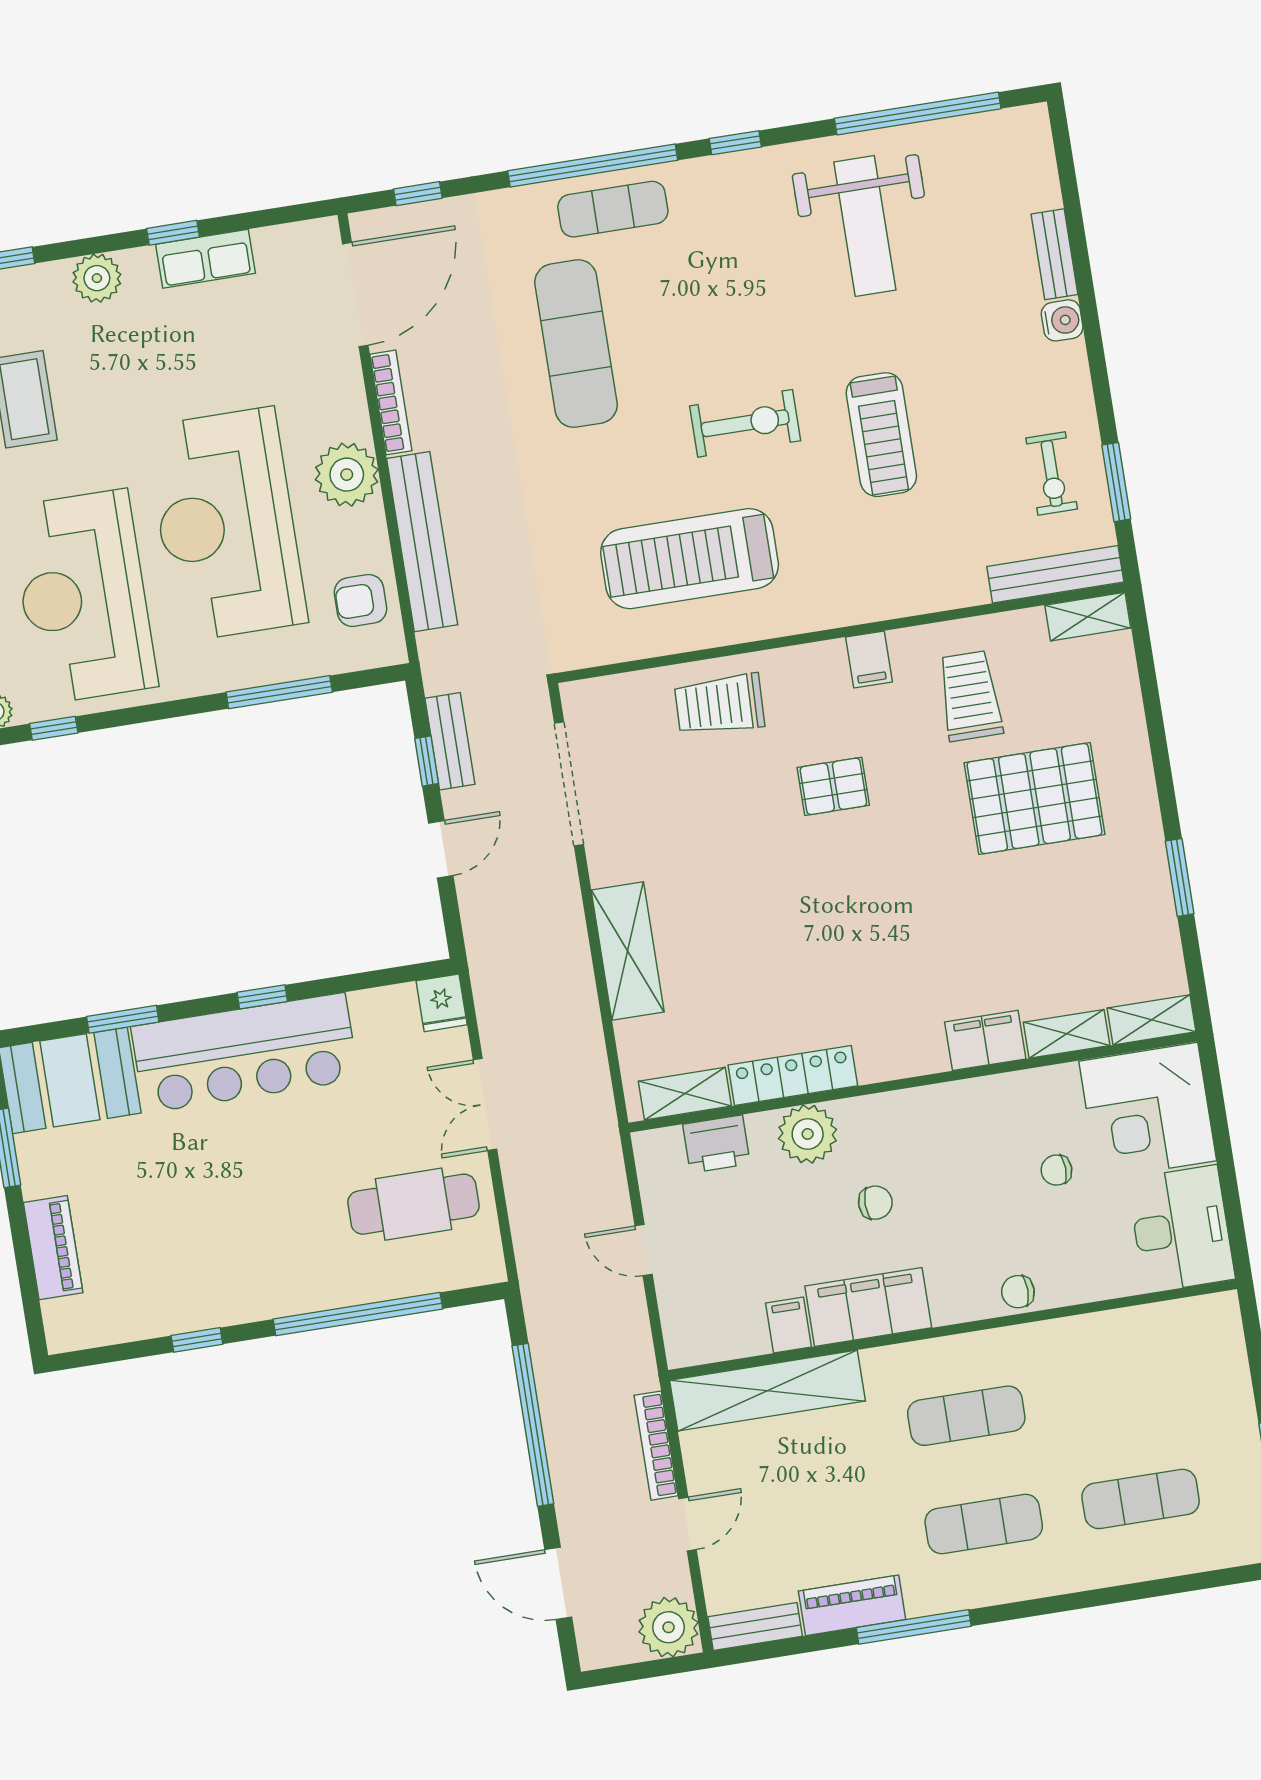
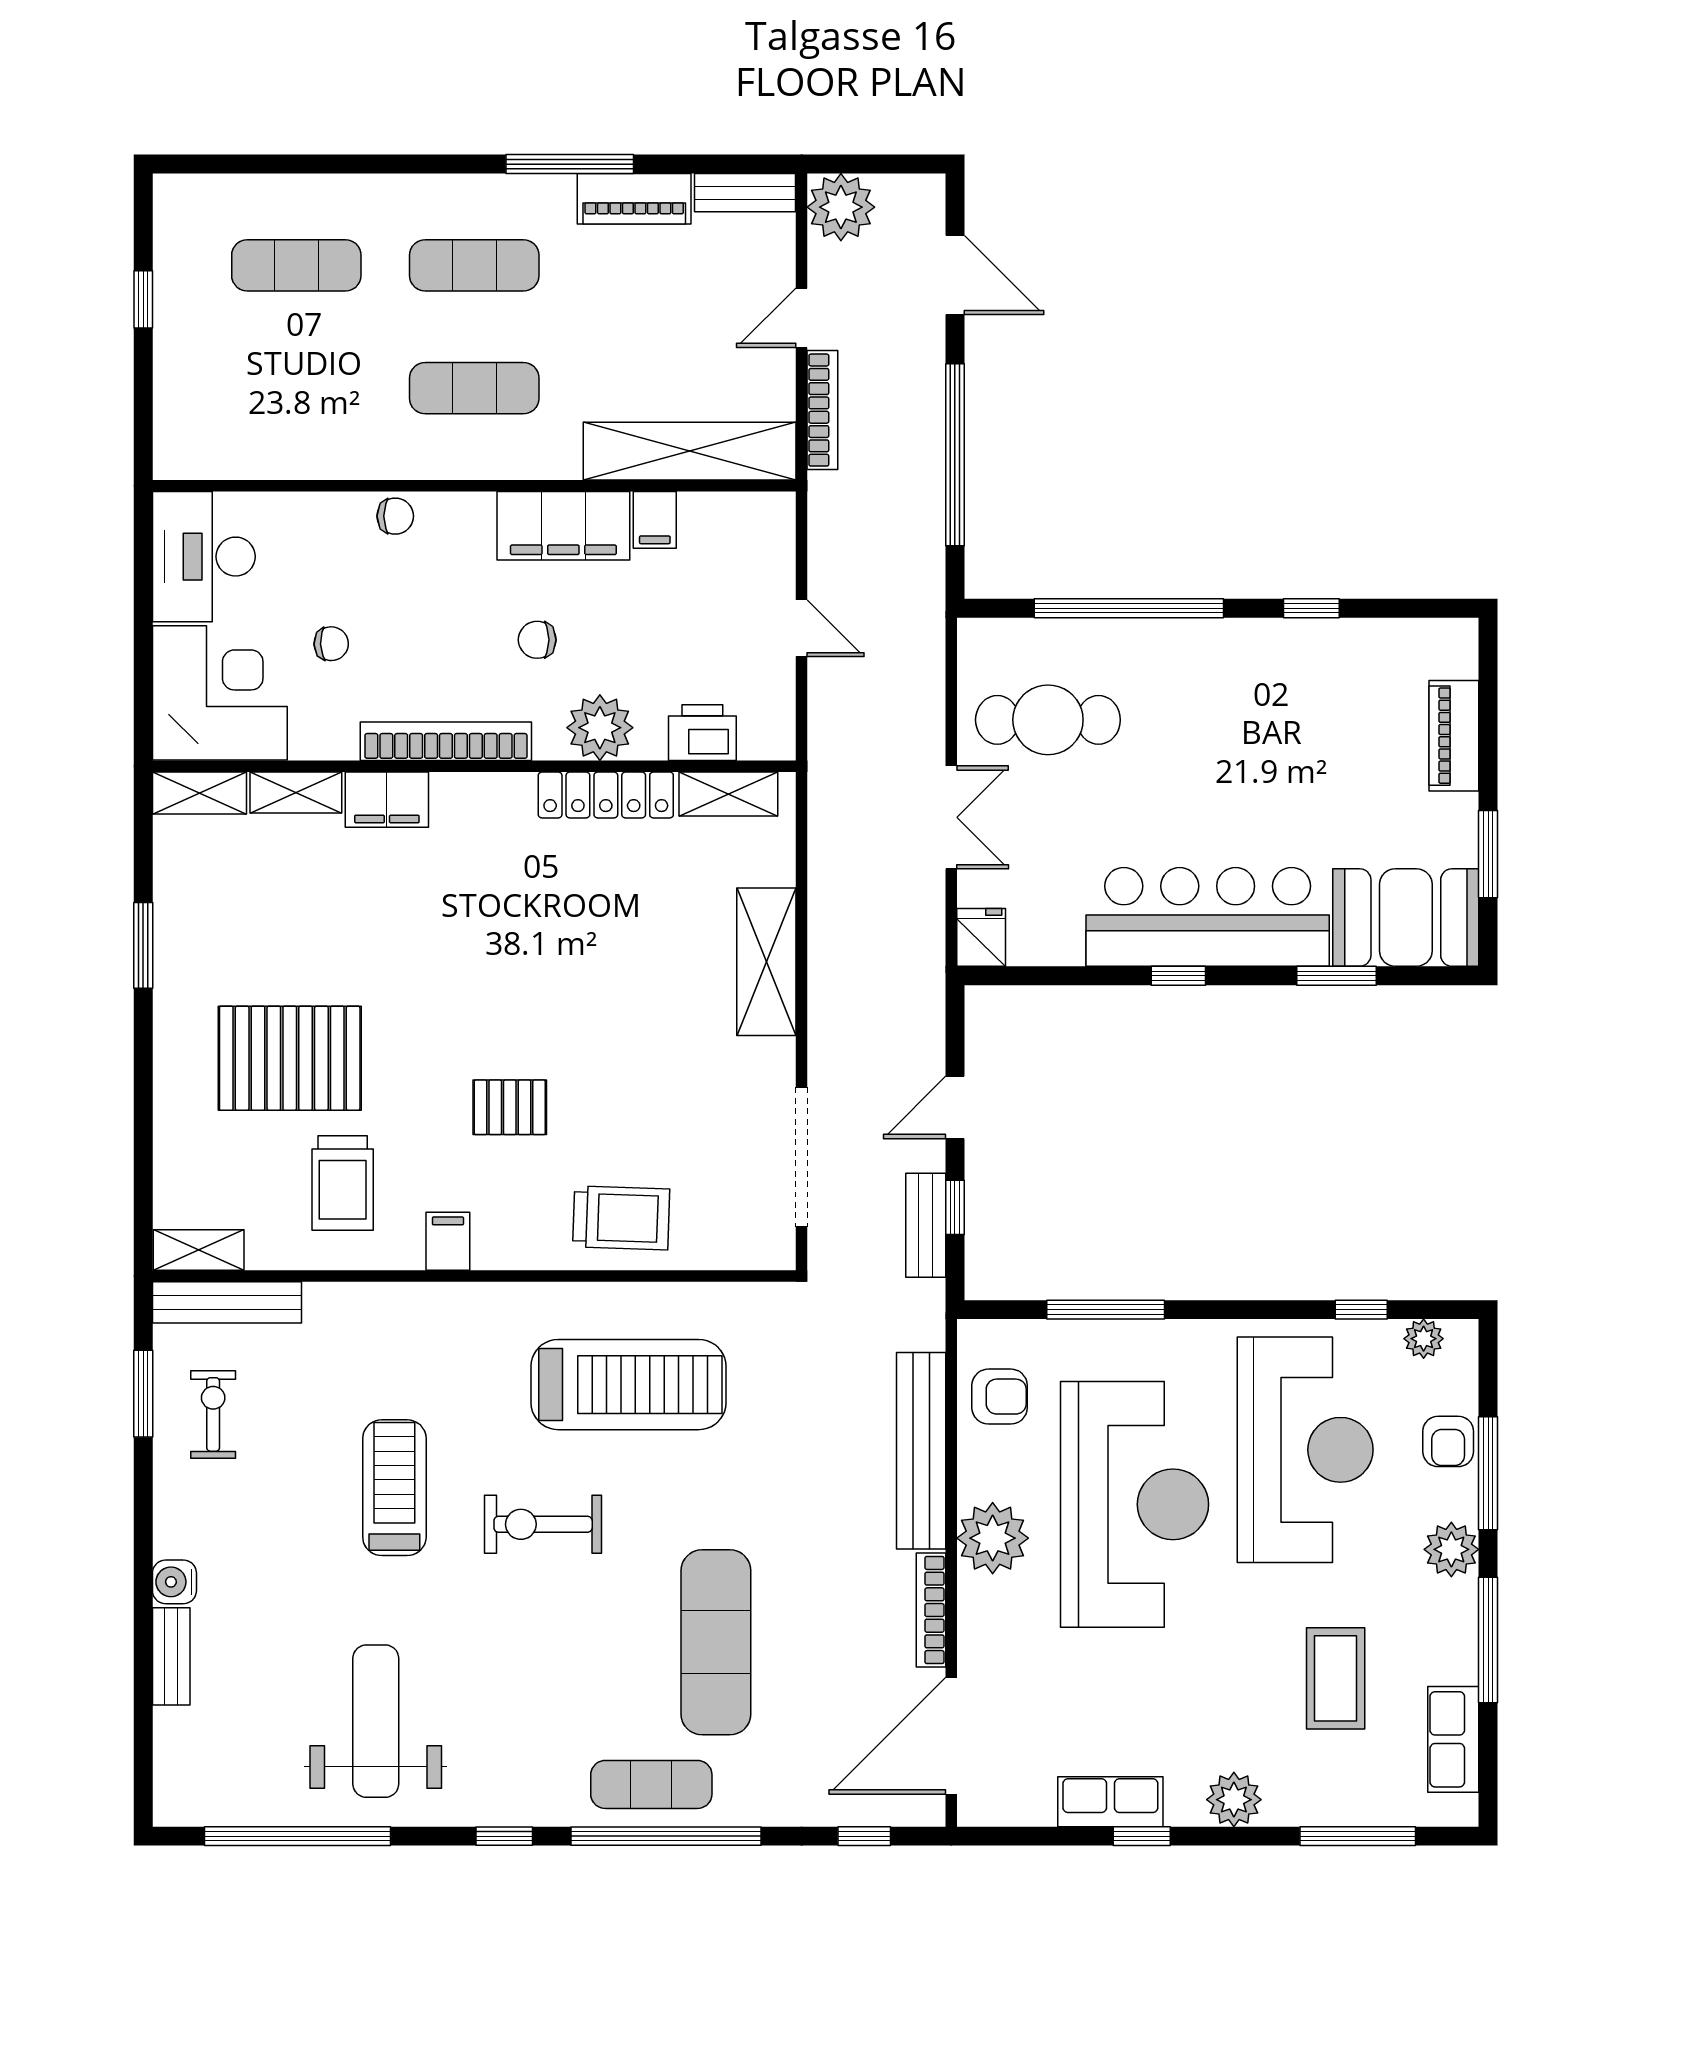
bookcase: (941, 1100) -> (446, 741), added

